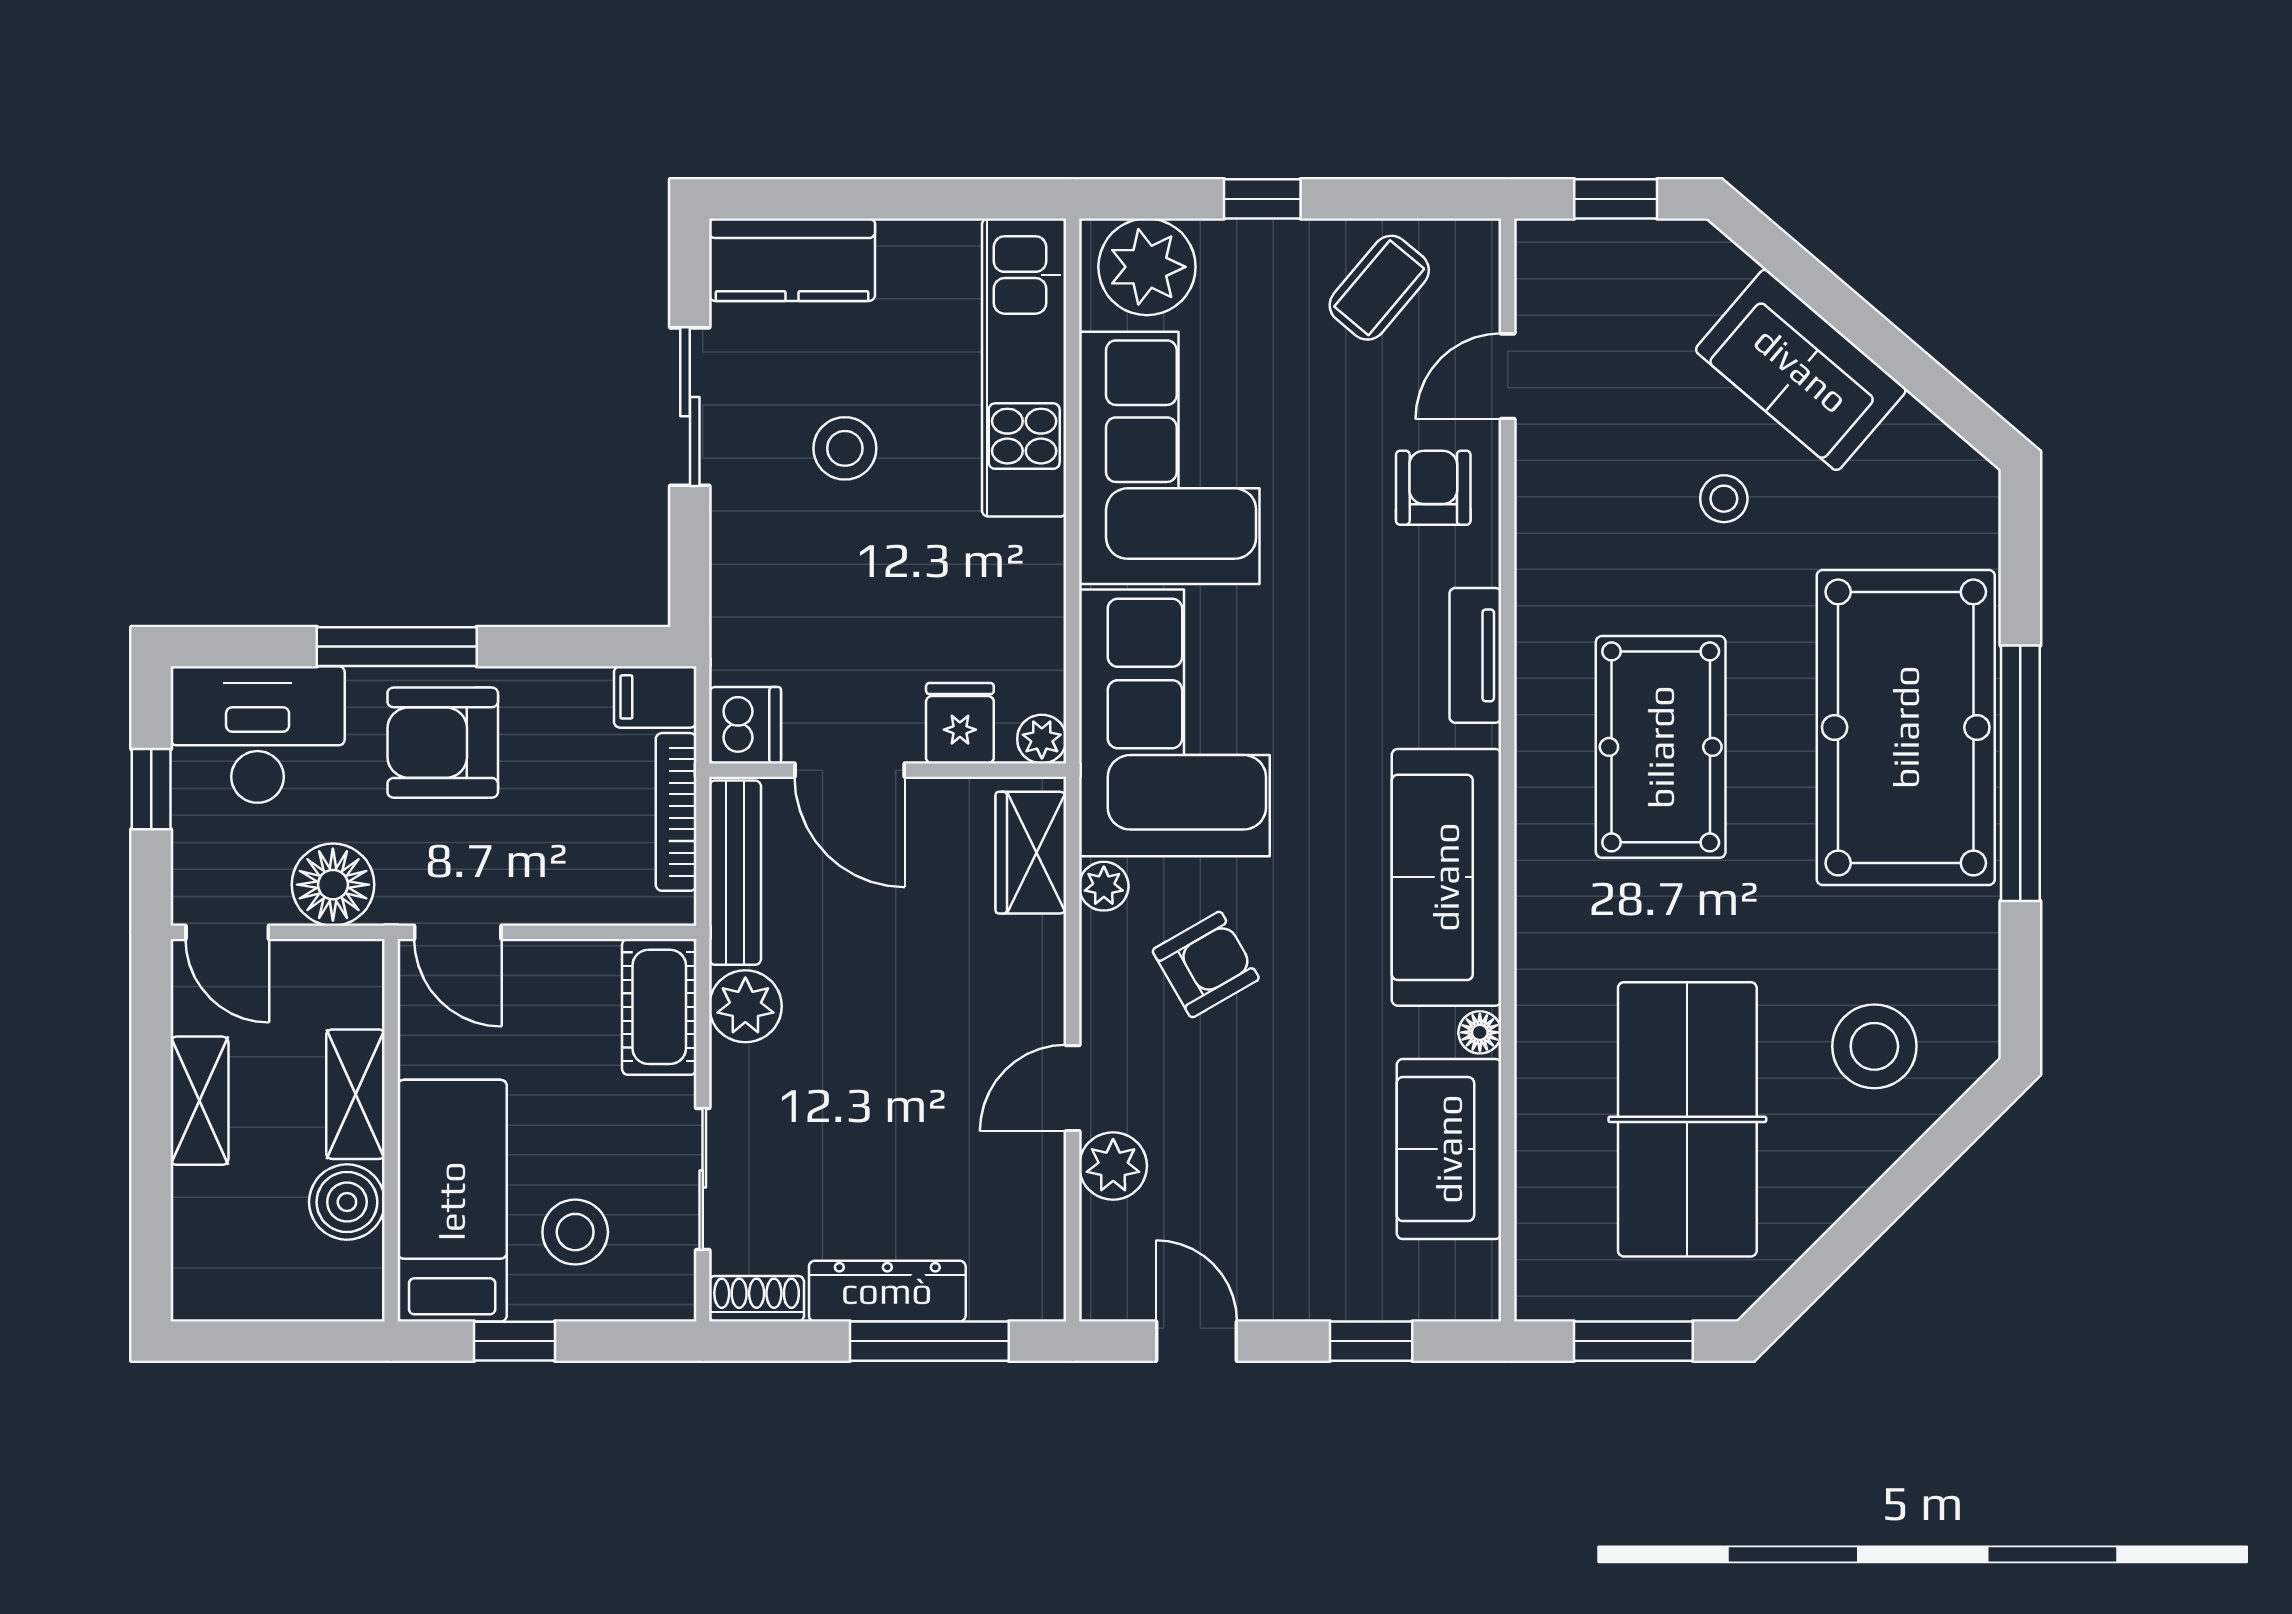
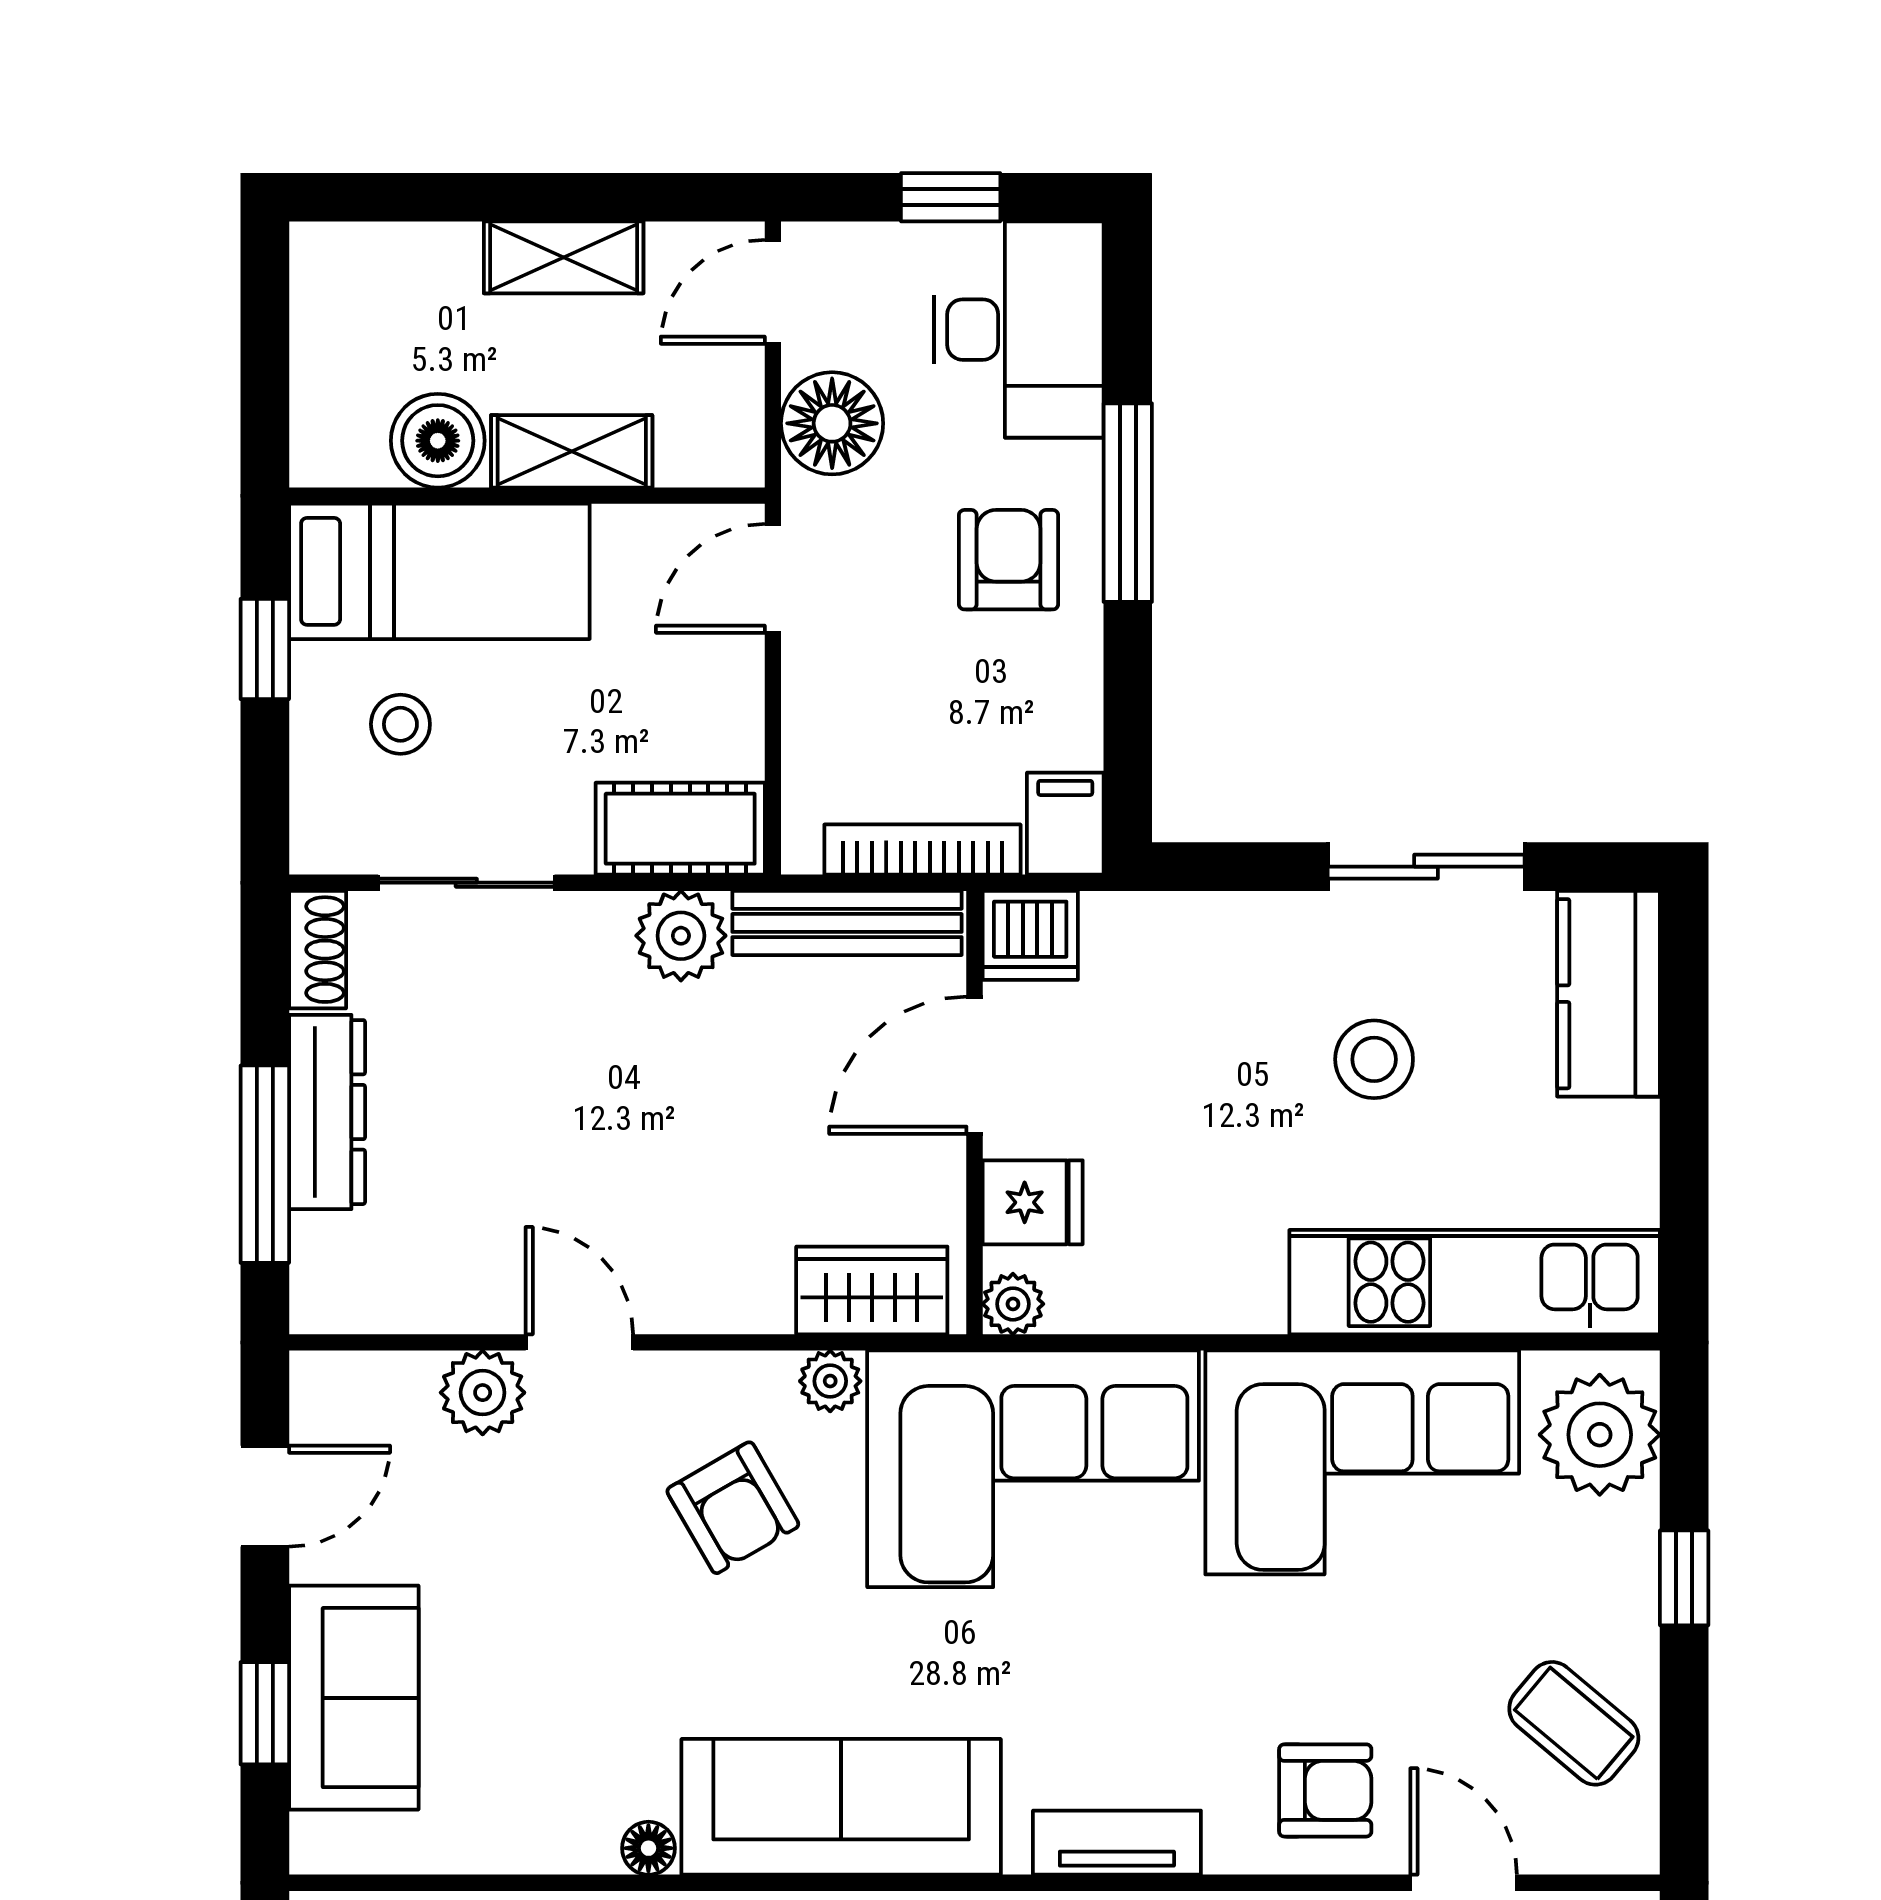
armchair: (443, 743) -> (1009, 560), width x0.72, depth x0.72
sofa: (1449, 1149) -> (354, 1698), moved, turned 90
stool: (575, 1232) -> (400, 724), width x0.73, depth x0.73

